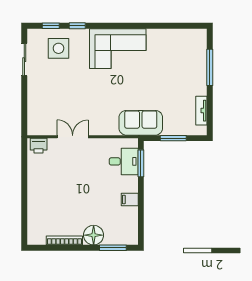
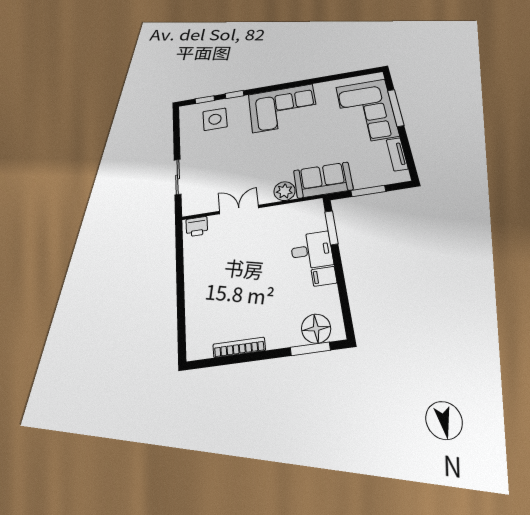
sliding door: (24, 60) -> (178, 177), moved
corner sofa: (186, 66) -> (367, 111), added
plant: (110, 127) -> (284, 191), added
desk: (124, 161) -> (312, 250), moved
floor lamp: (94, 235) -> (316, 329), moved

